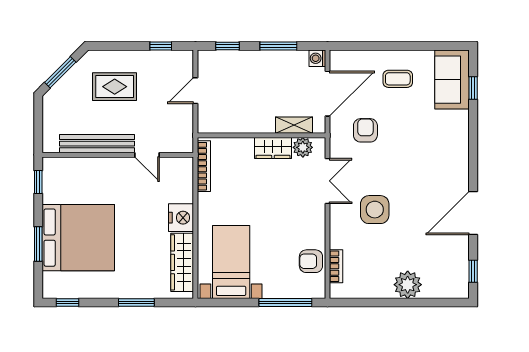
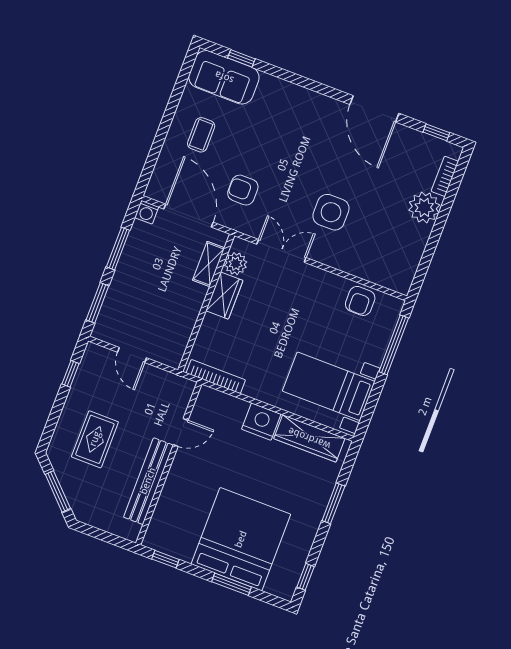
window: (227, 46) -> (97, 303), width x1.50
bookcase: (336, 266) -> (445, 176), moved, turned -90

